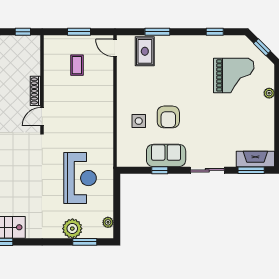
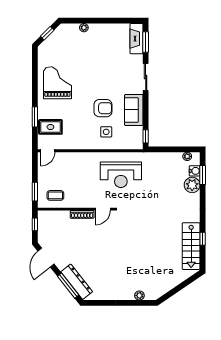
window: (79, 32) -> (35, 192), moved
window: (215, 32) -> (35, 71), removed
coffee table: (77, 65) -> (55, 195), moved
grand piano: (234, 75) -> (57, 83), moved
door: (42, 117) -> (103, 209), hinge flipped
window: (160, 170) -> (146, 136), moved
reception desk: (80, 178) -> (121, 175), moved, turned 180
water cooler: (90, 232) -> (195, 171), added

